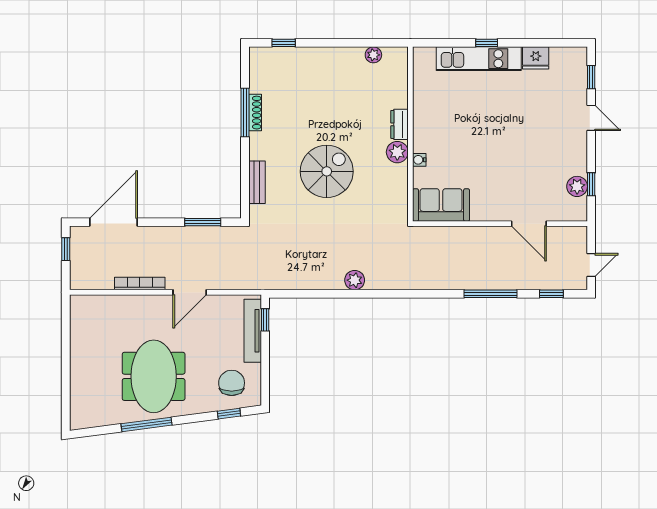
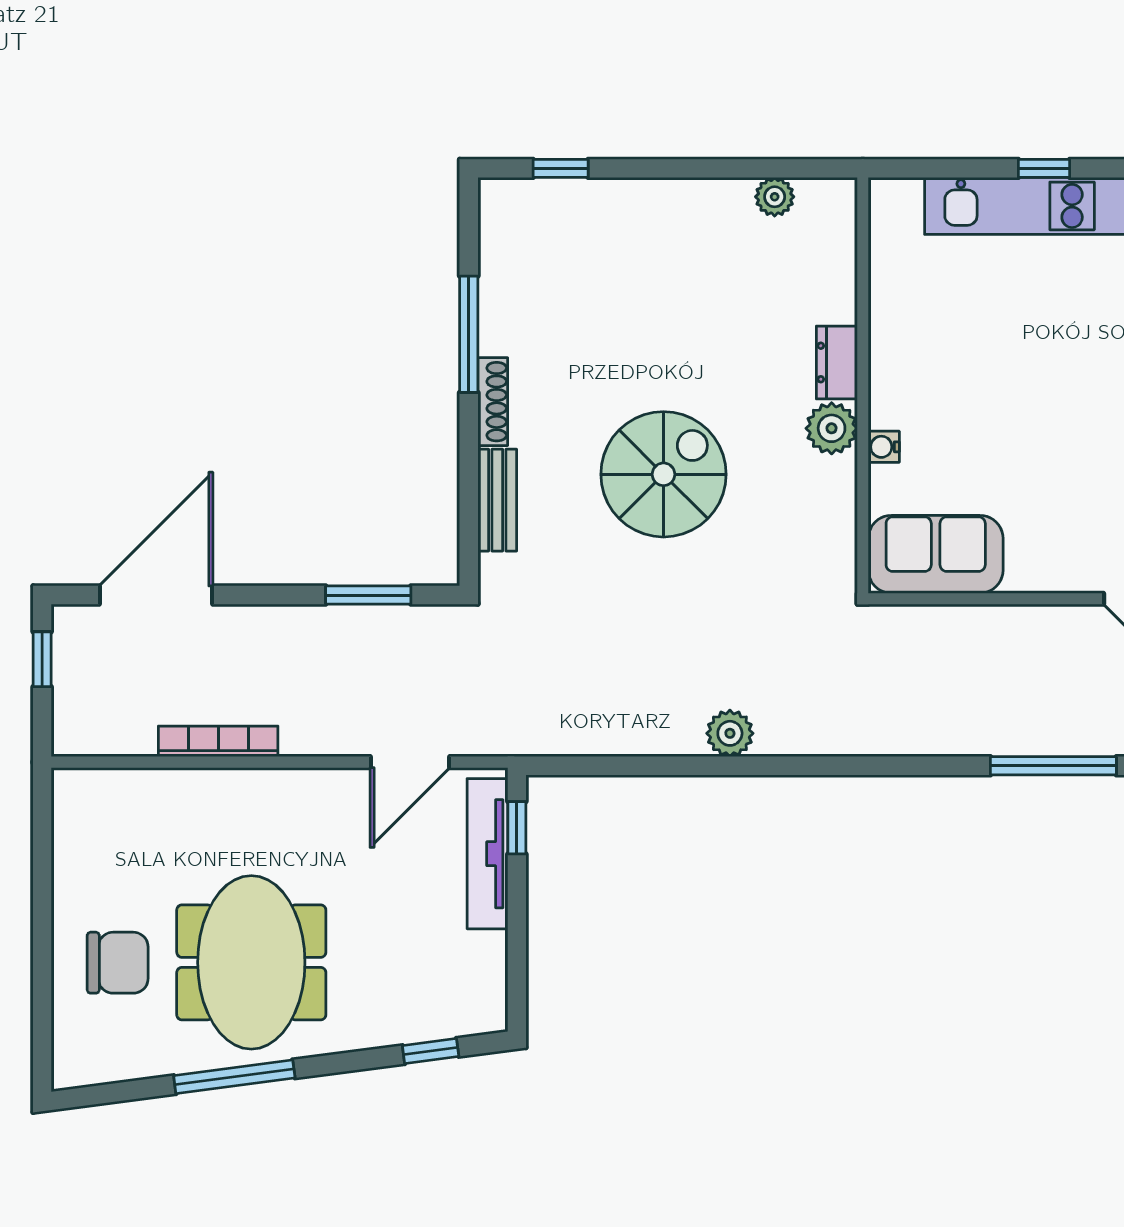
shoe rack: (255, 113) -> (493, 402), moved
door: (190, 292) -> (410, 762), moved
chair: (232, 383) -> (118, 963), moved, turned 90

